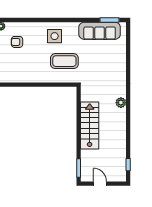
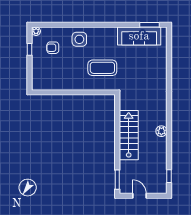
side table: (55, 36) -> (79, 39), moved
plant: (121, 103) -> (161, 131), moved

